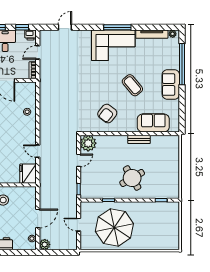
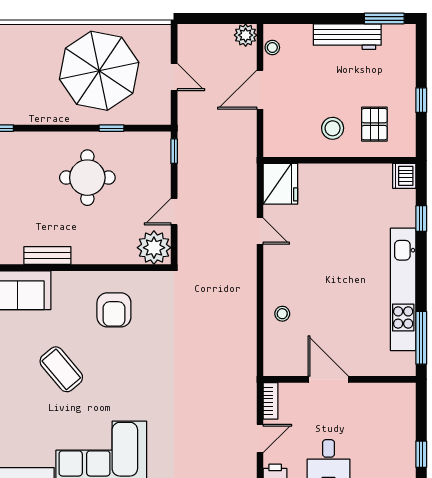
armchair: (107, 114) -> (114, 310), turned 142
round table: (132, 178) -> (87, 178), moved, turned 30

